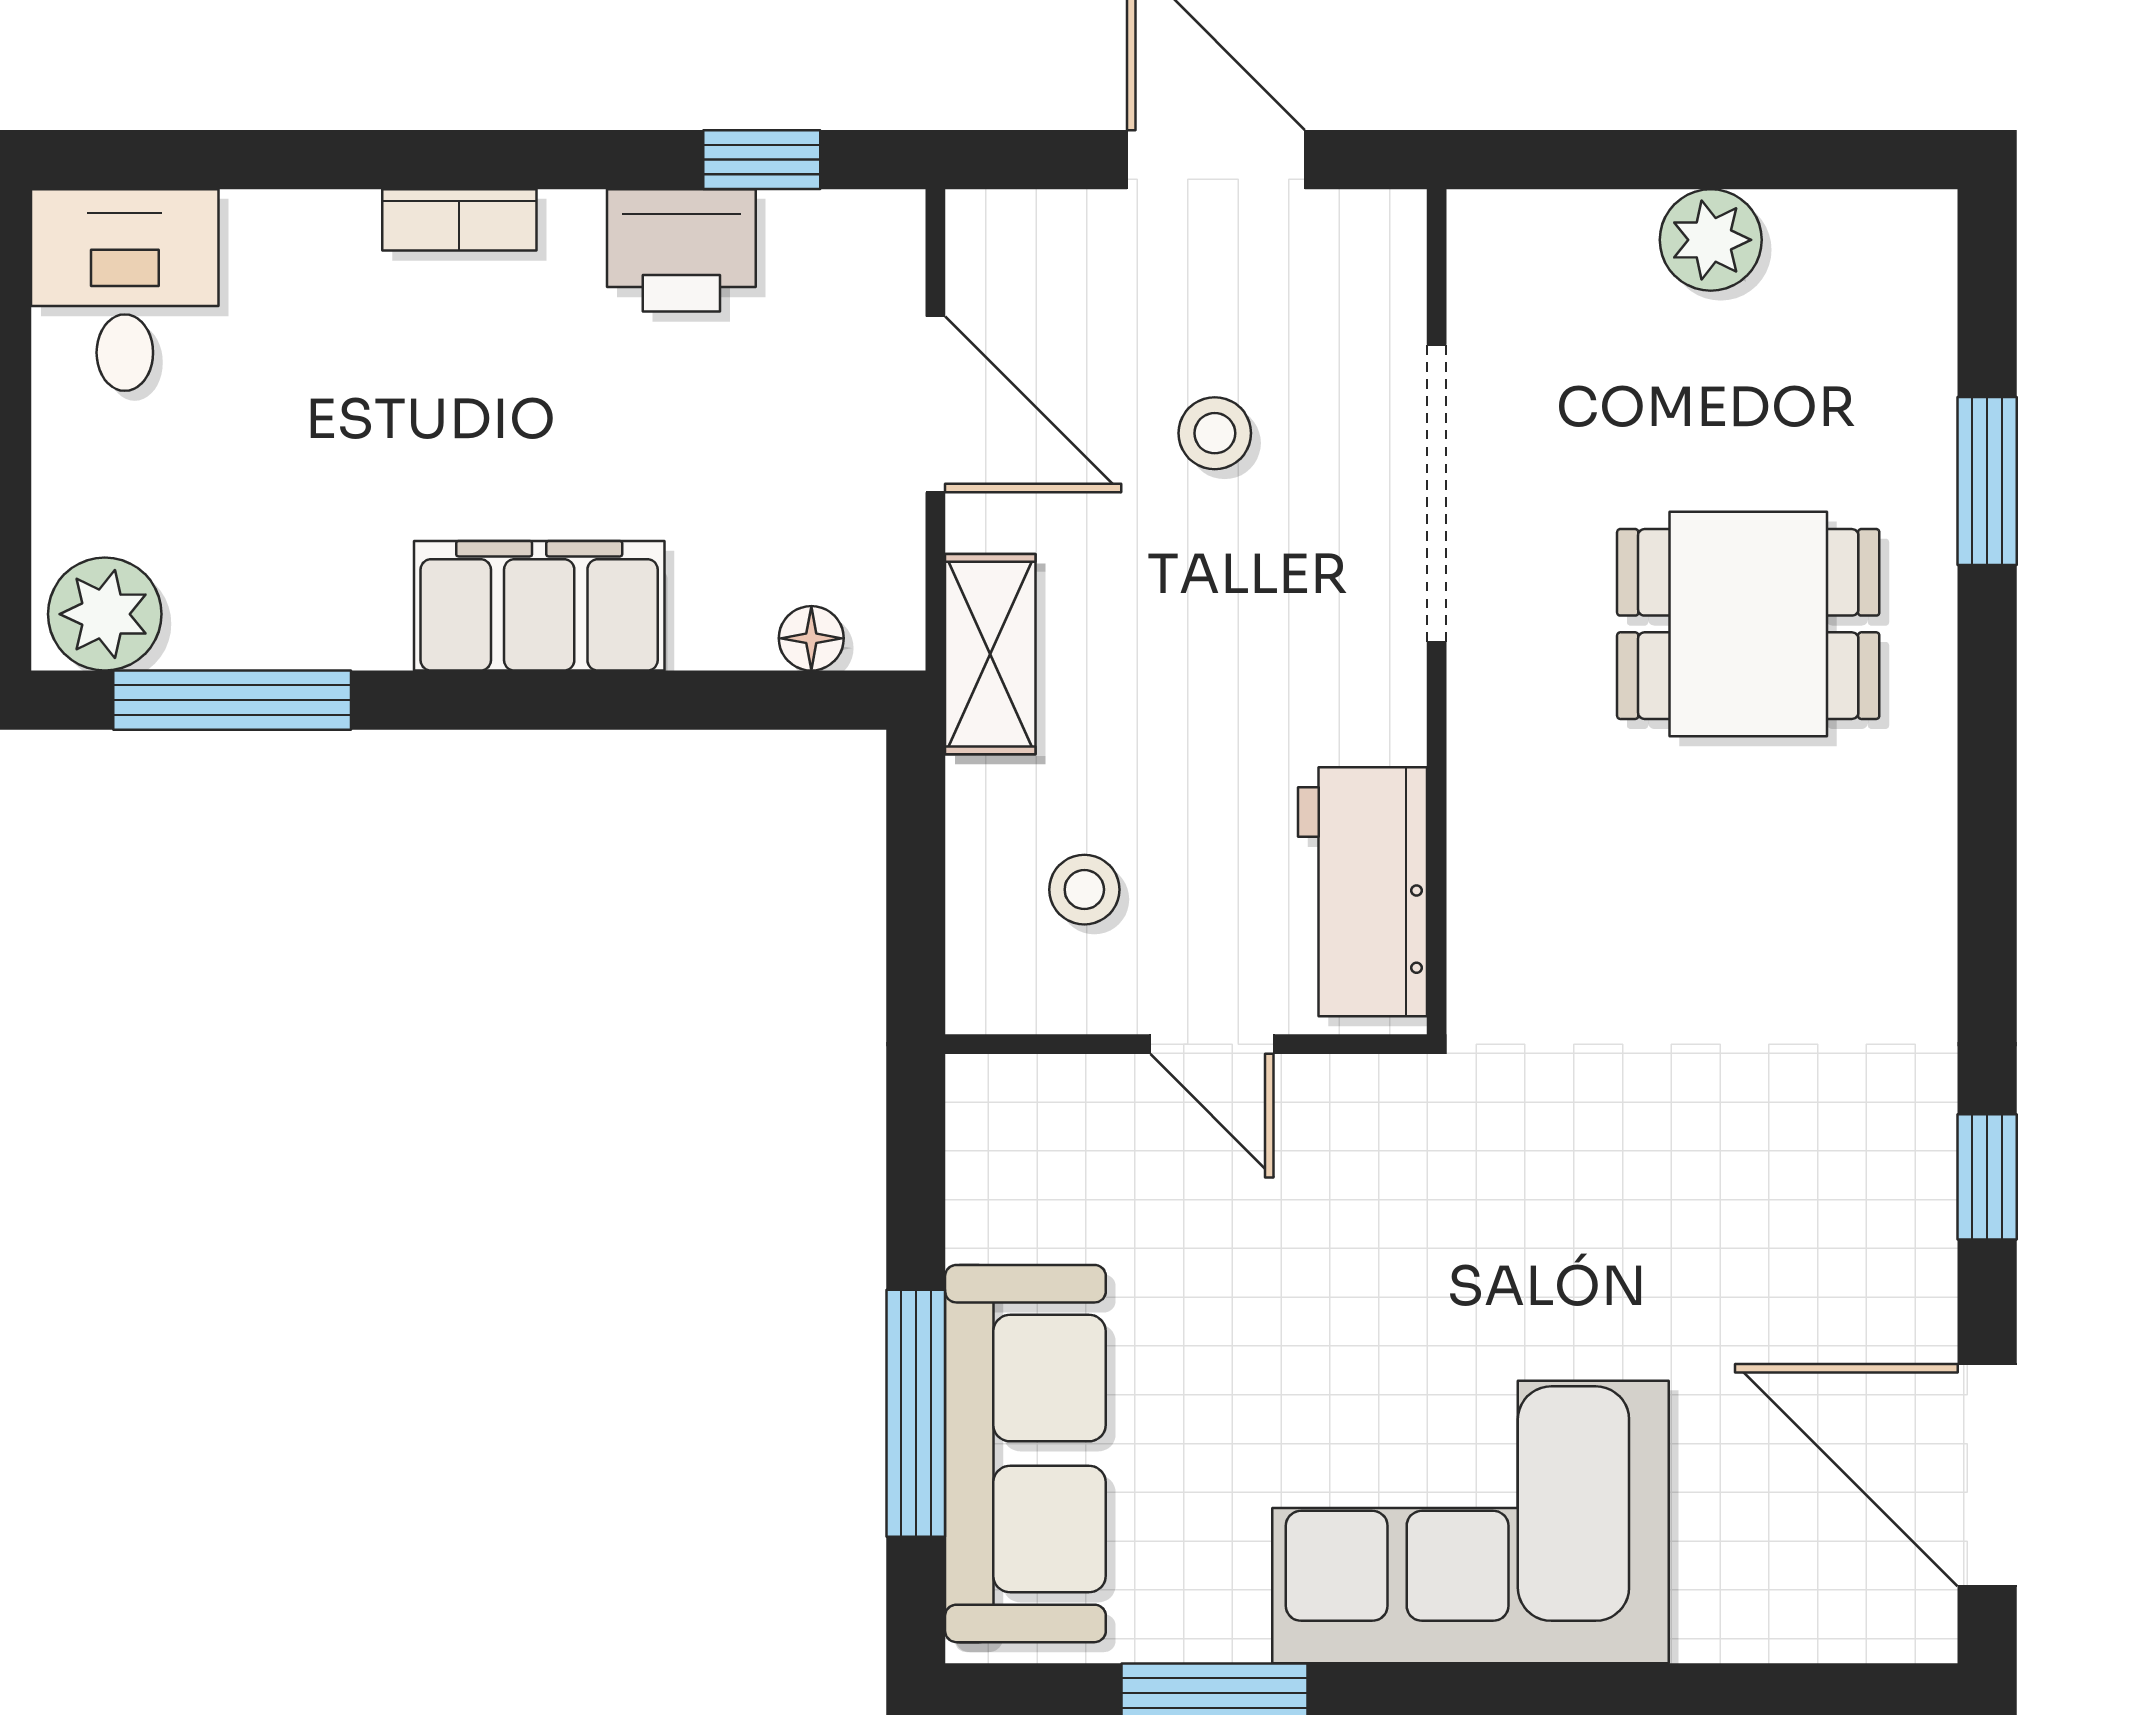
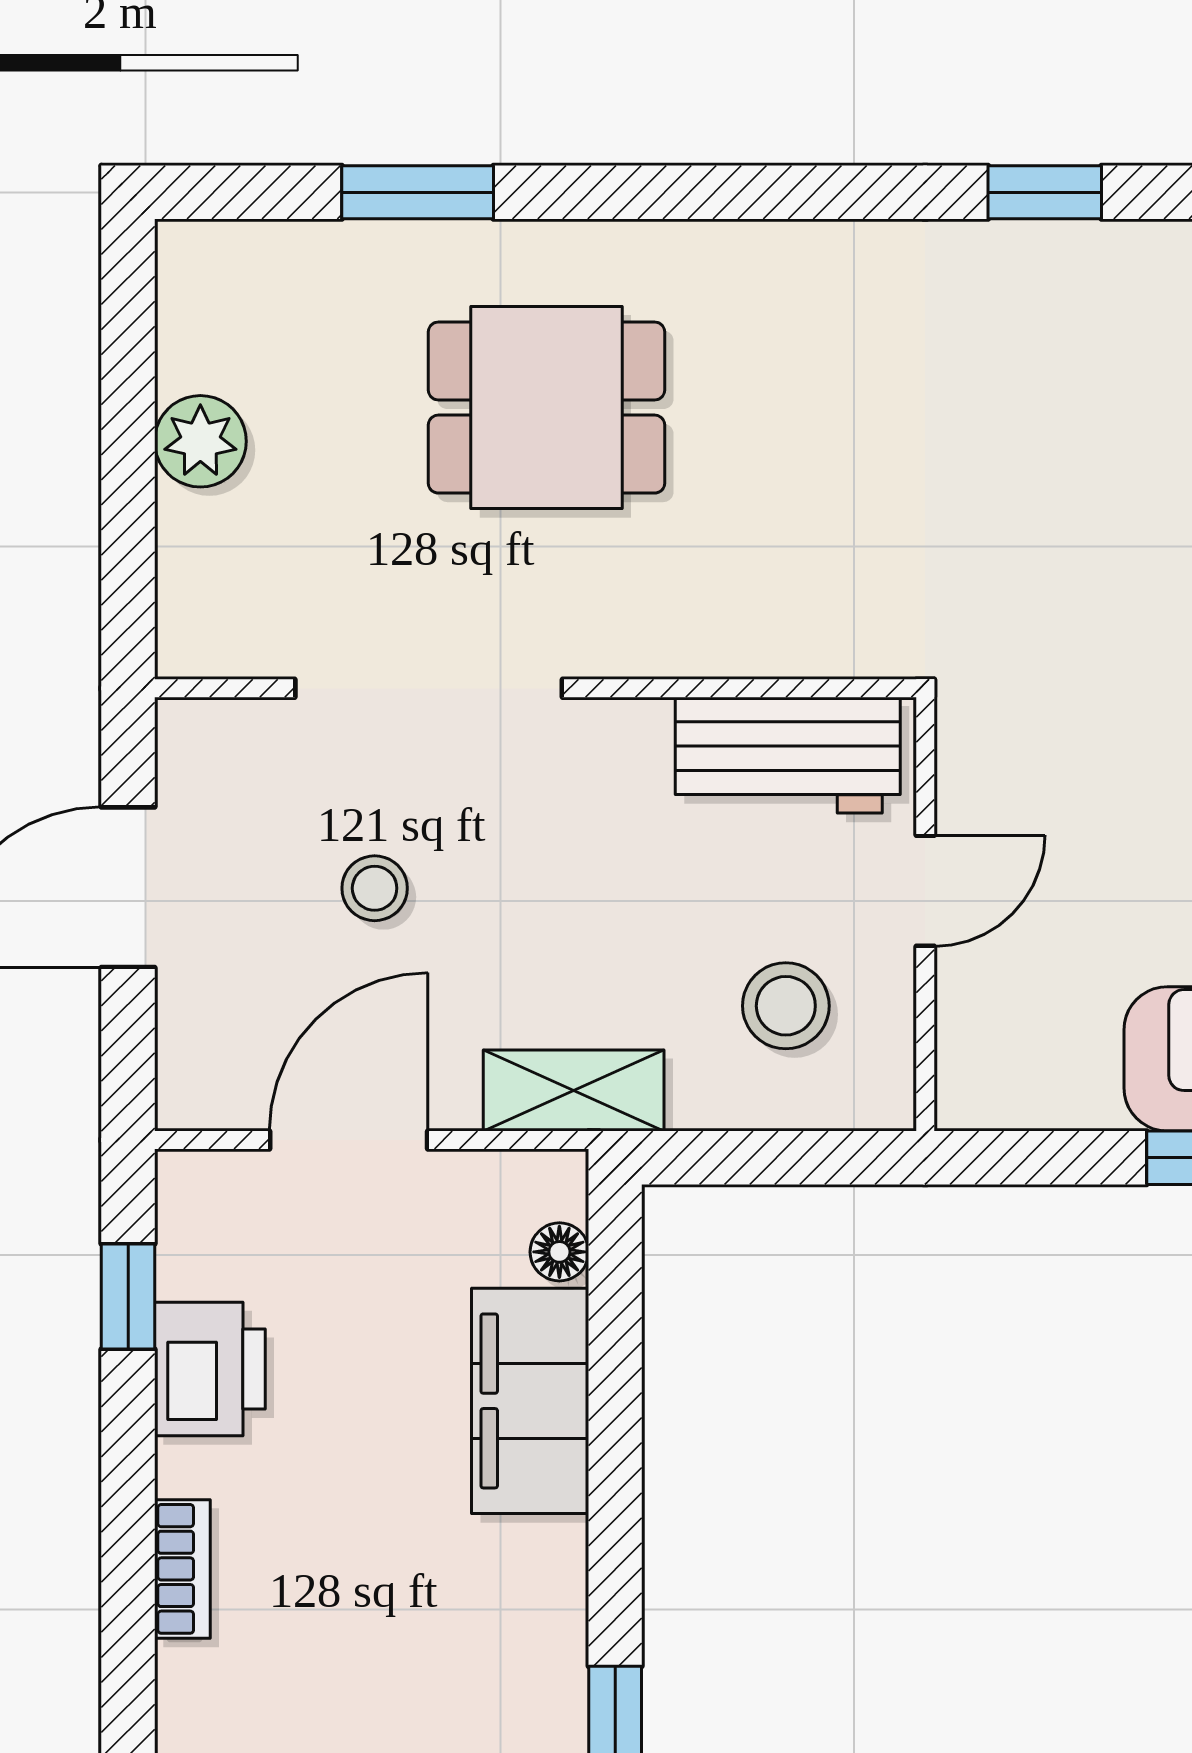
filing cabinet: (539, 606) -> (530, 1401), moved
dining table: (1748, 624) -> (547, 408), turned 90
stool: (1084, 890) -> (786, 1006), width x1.37, depth x1.37

